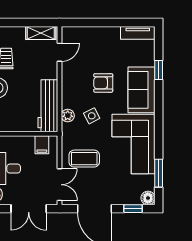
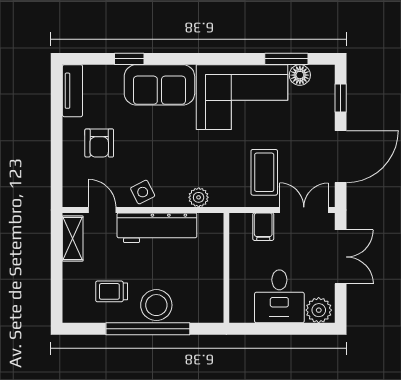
armchair: (103, 83) -> (99, 143), moved
workbench: (48, 106) -> (157, 228), moved
side table: (92, 116) -> (143, 192), moved
filing cabinet: (42, 145) -> (263, 227), moved, turned 90
floor lamp: (148, 198) -> (300, 75), moved

